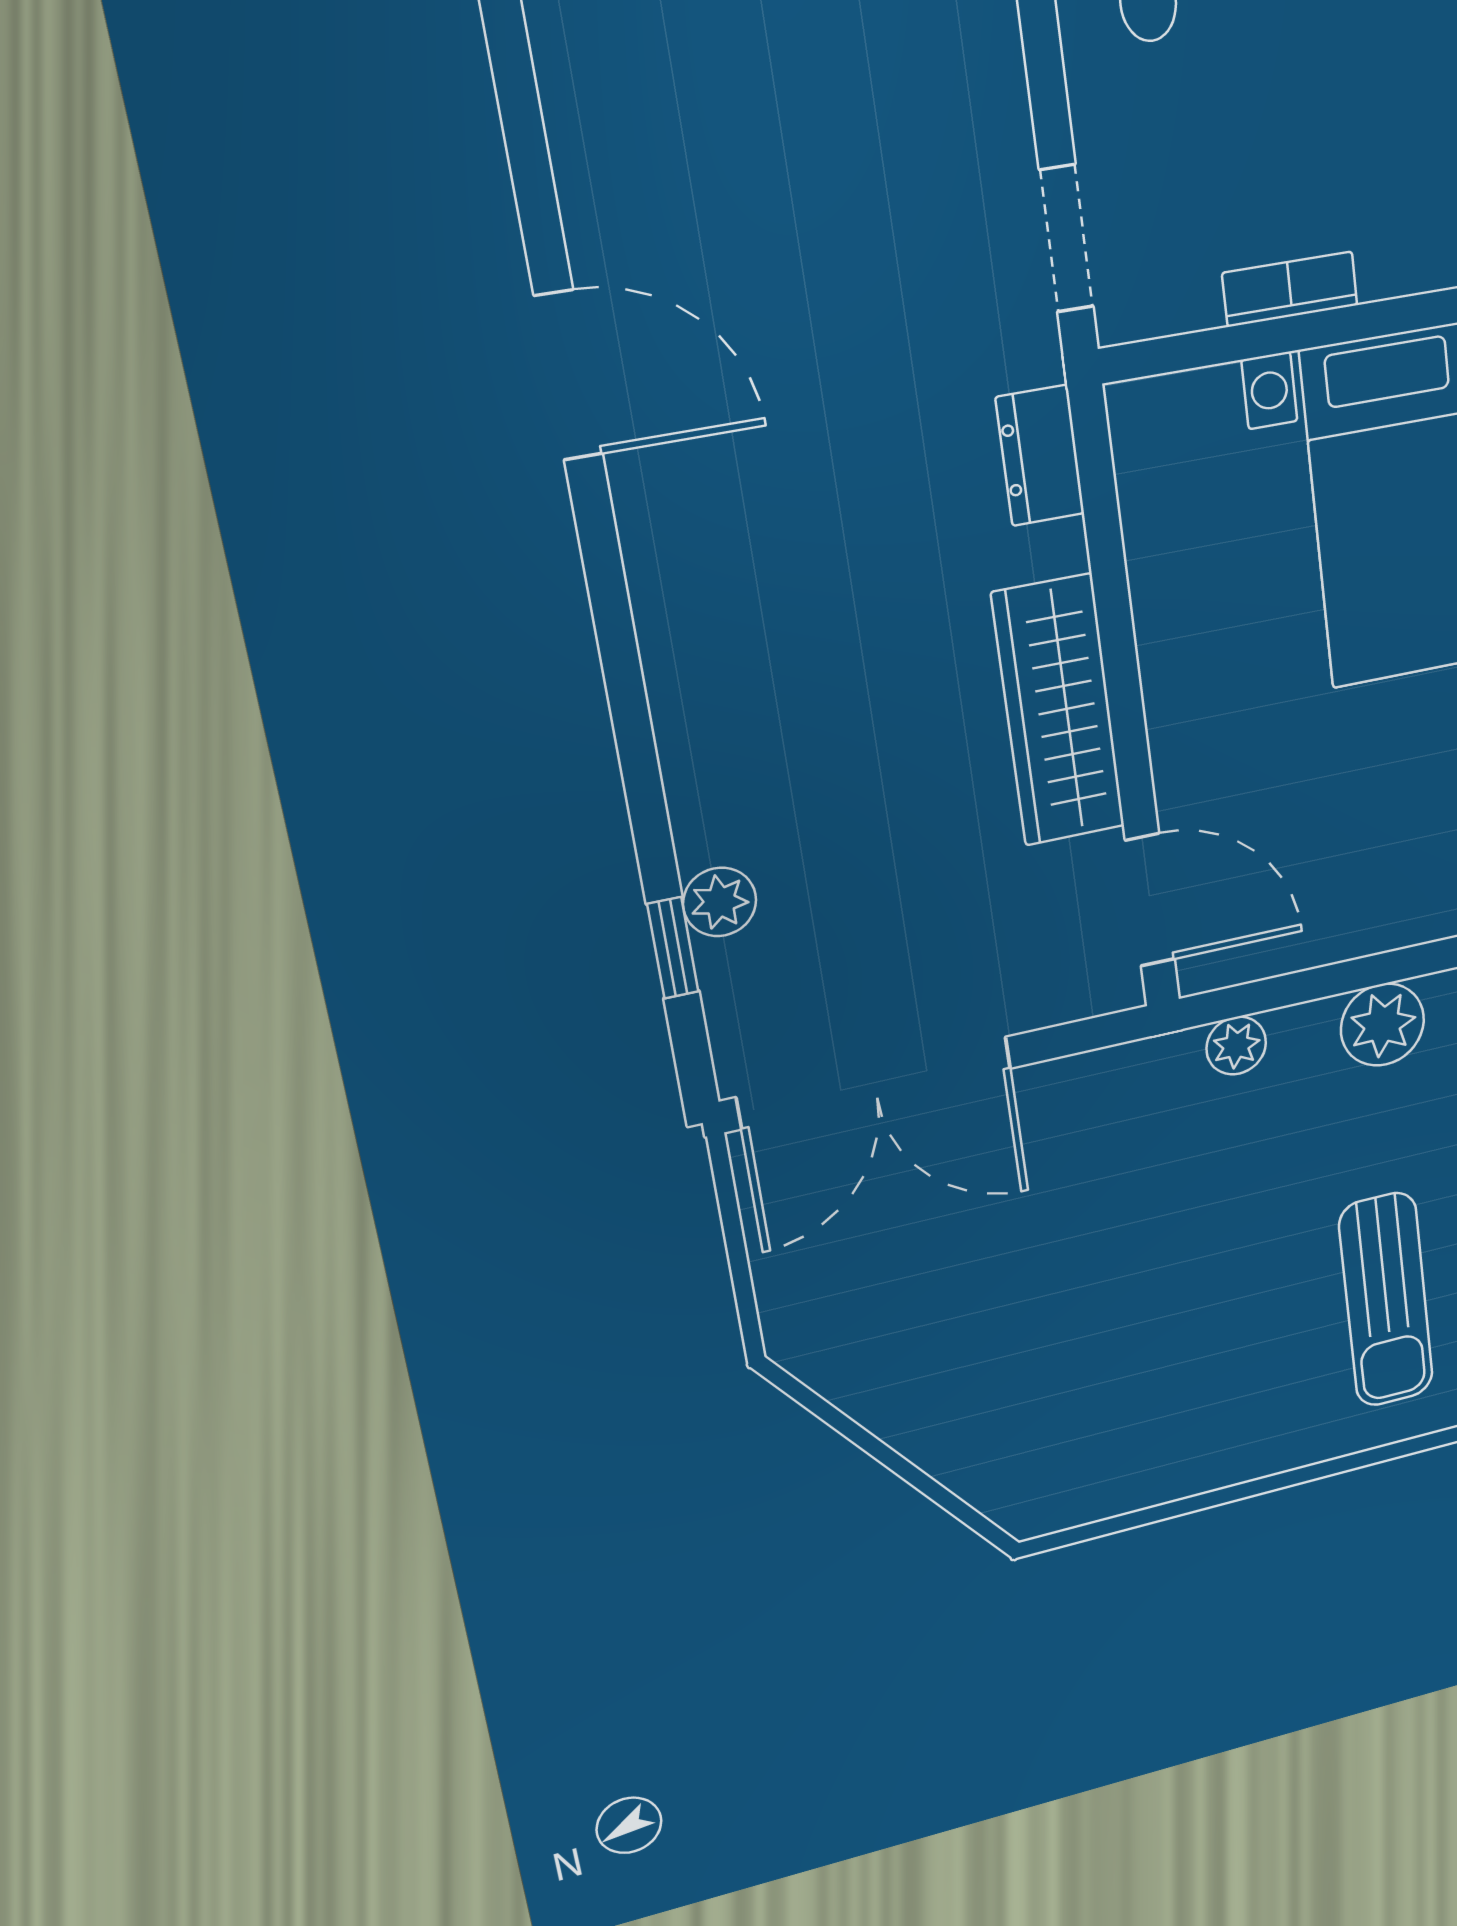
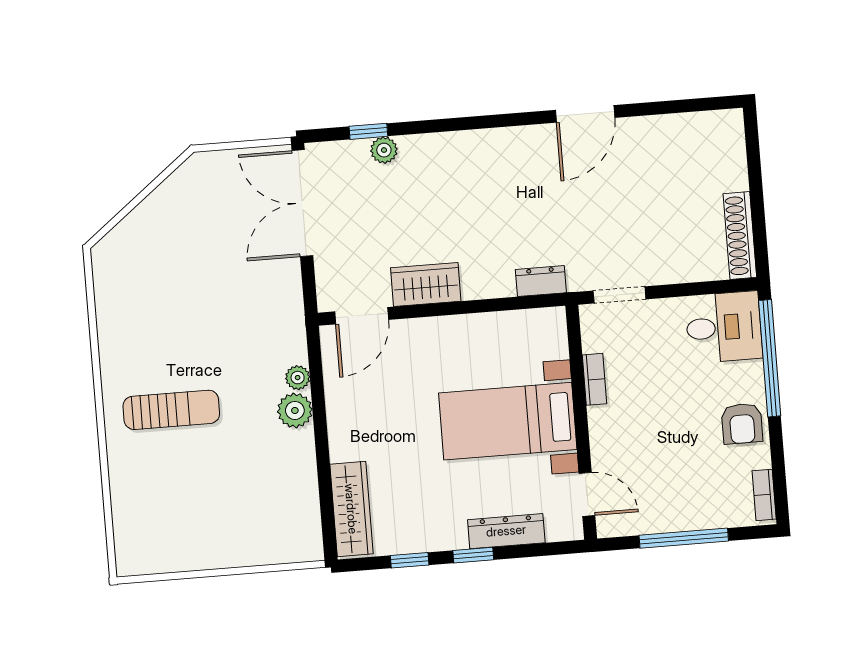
wardrobe: (1059, 711) -> (426, 284), width x0.67
plant: (1236, 1046) -> (298, 378), moved
sun lounger: (1386, 1300) -> (171, 410), turned 180

